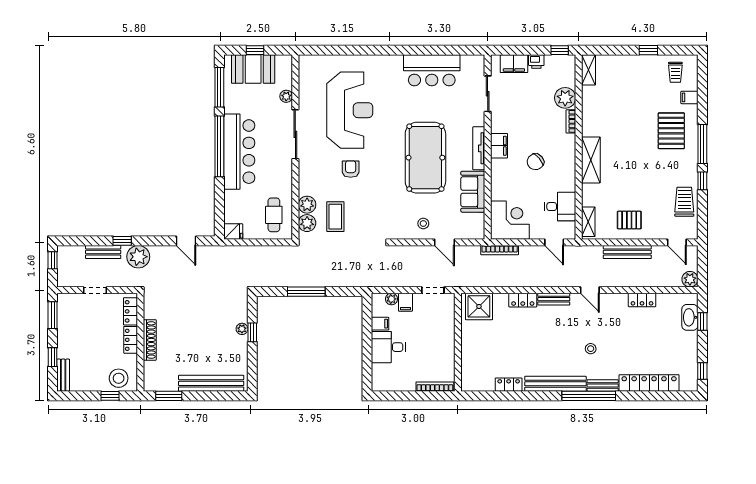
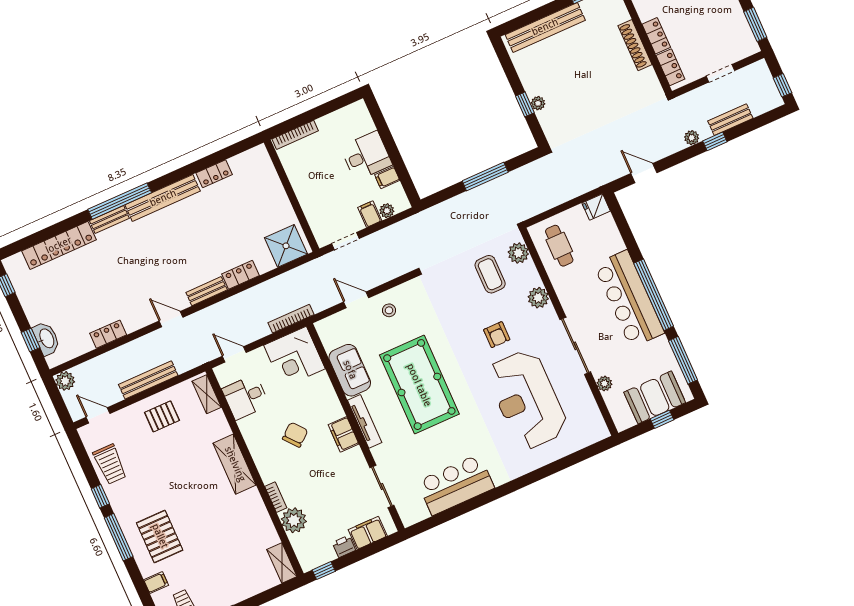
plant: (307, 205) -> (538, 298), moved
plant: (138, 257) -> (692, 138), width x0.53, depth x0.53
stool: (591, 349) -> (141, 254), removed

